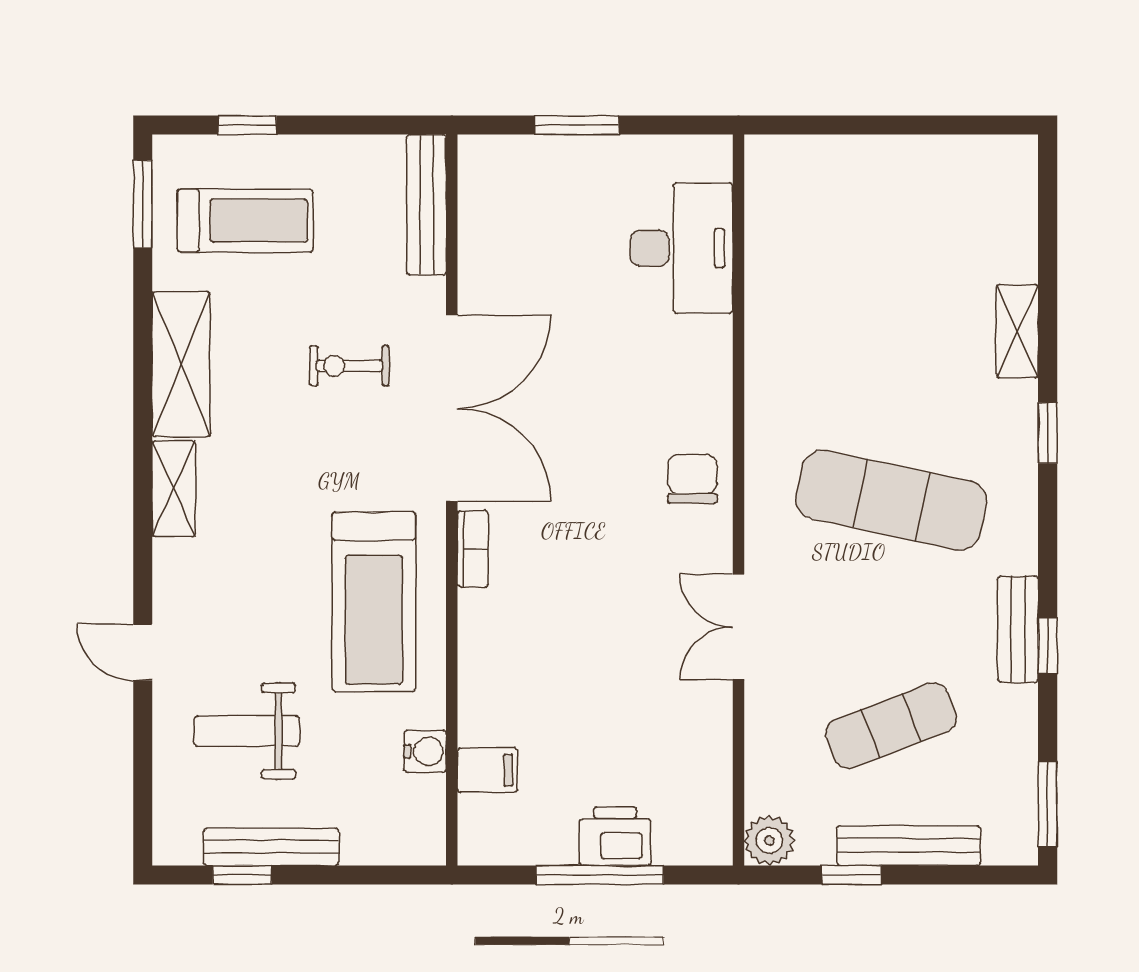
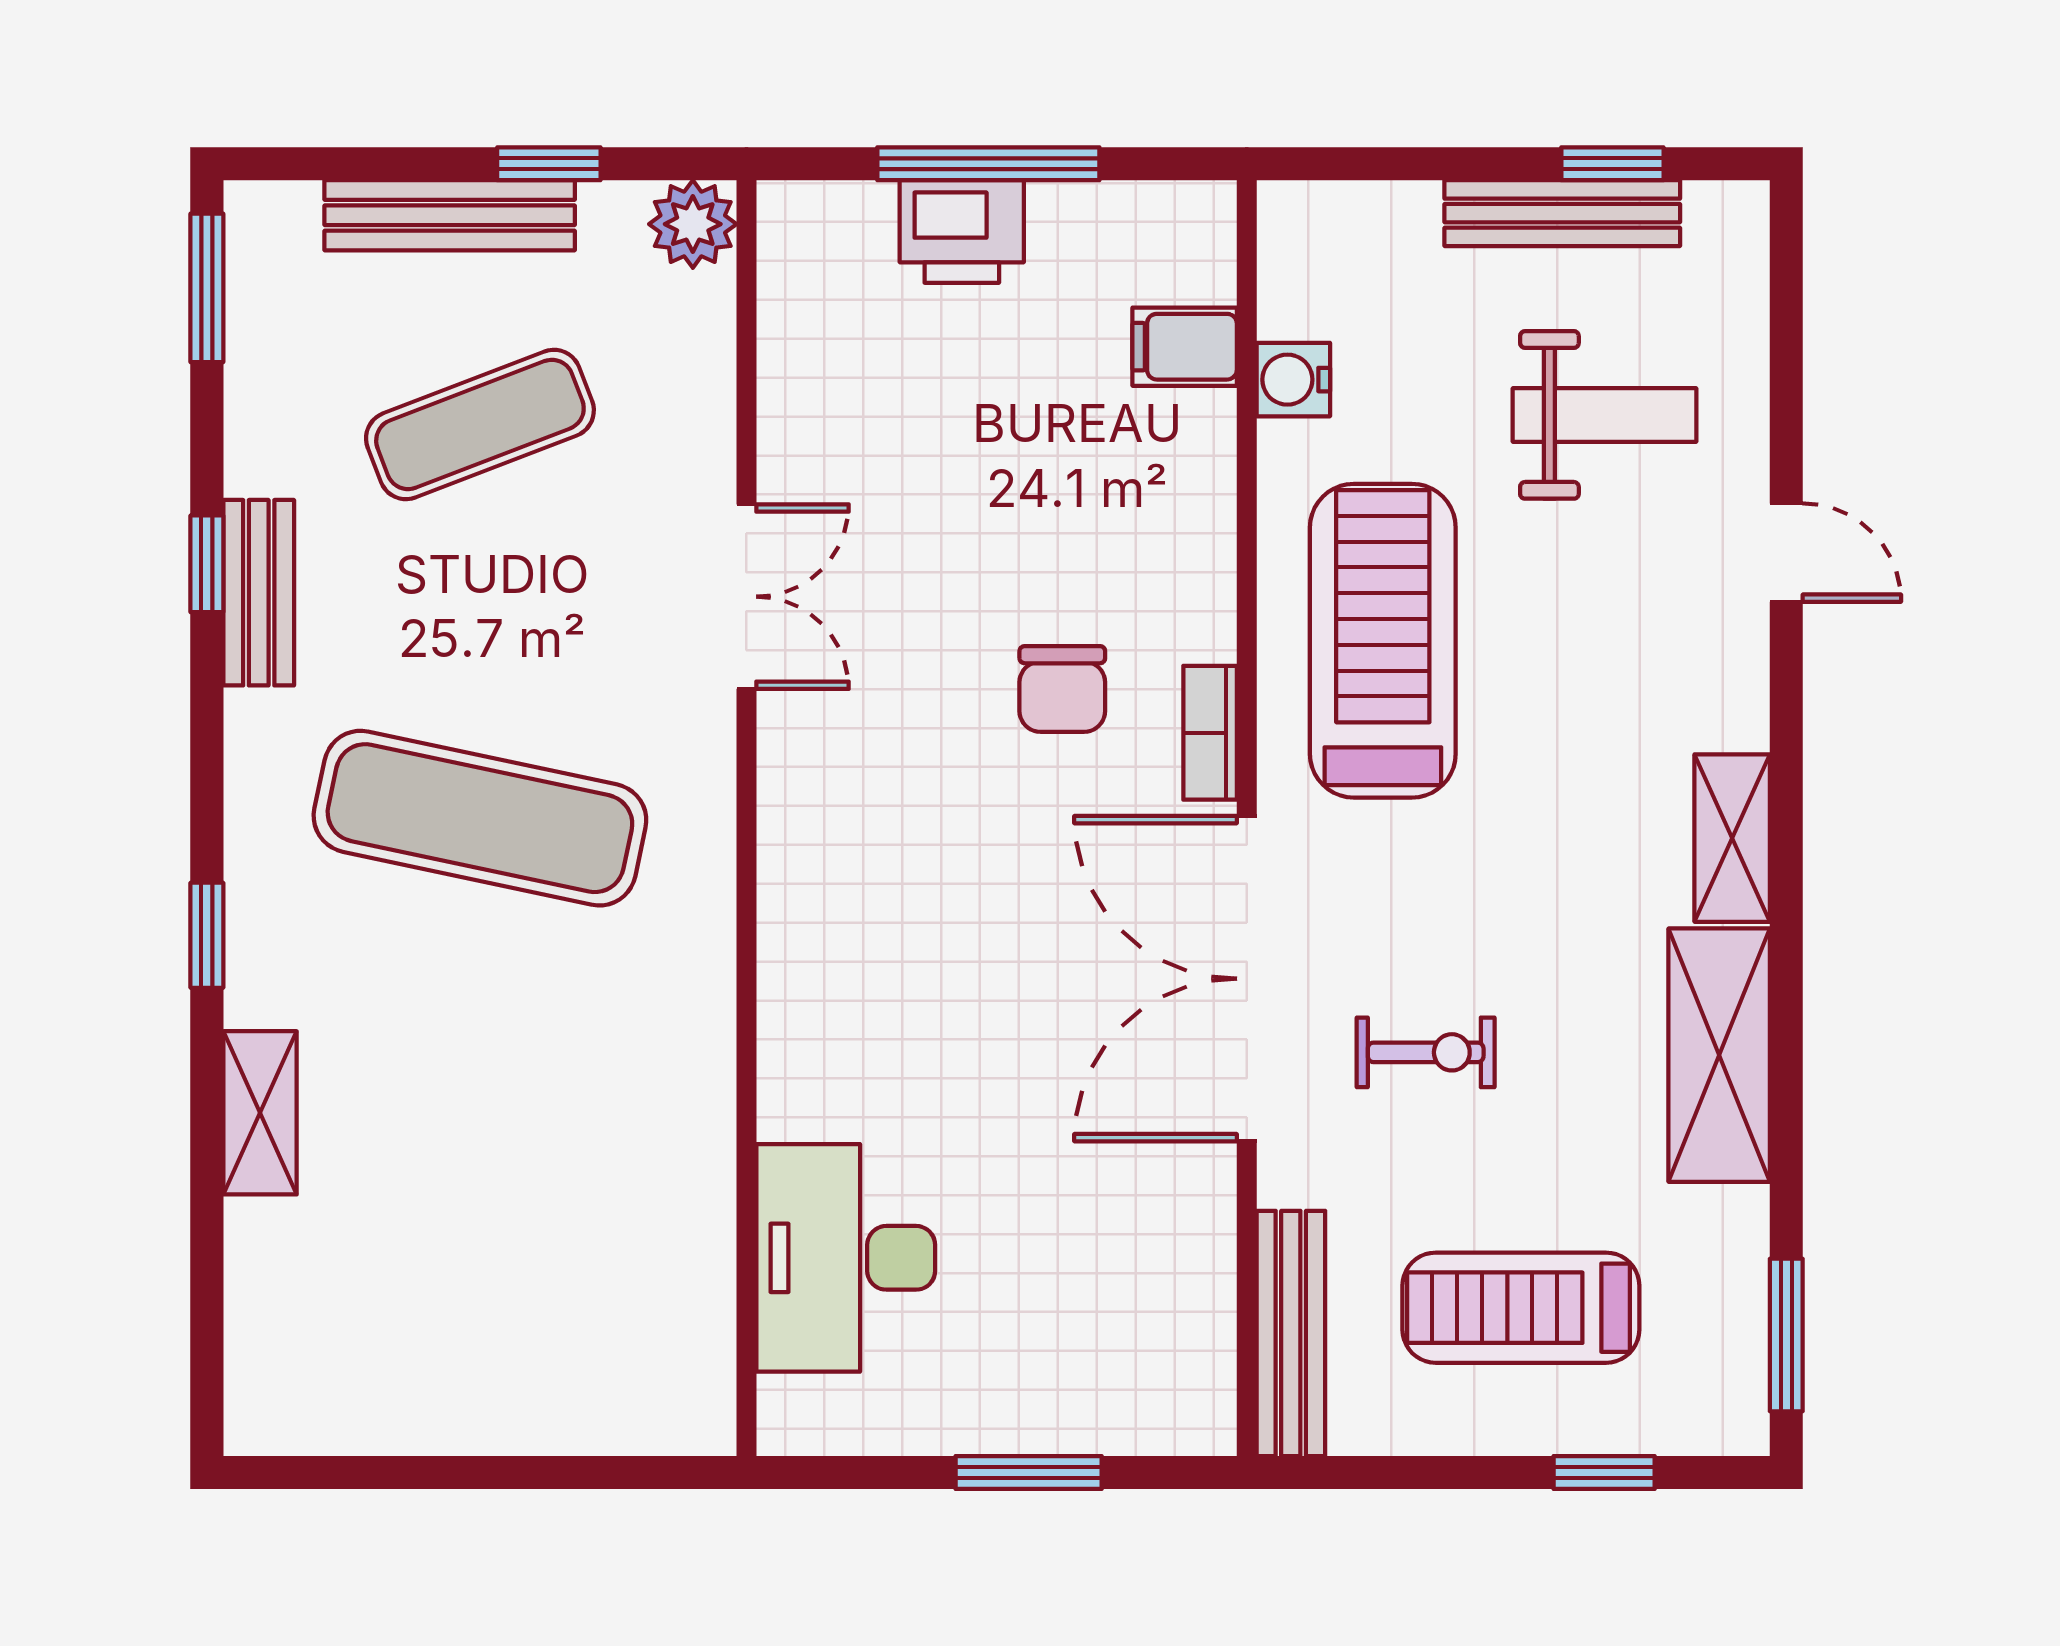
treadmill: (245, 221) -> (1521, 1308), moved
chair: (692, 479) -> (1062, 689), moved

